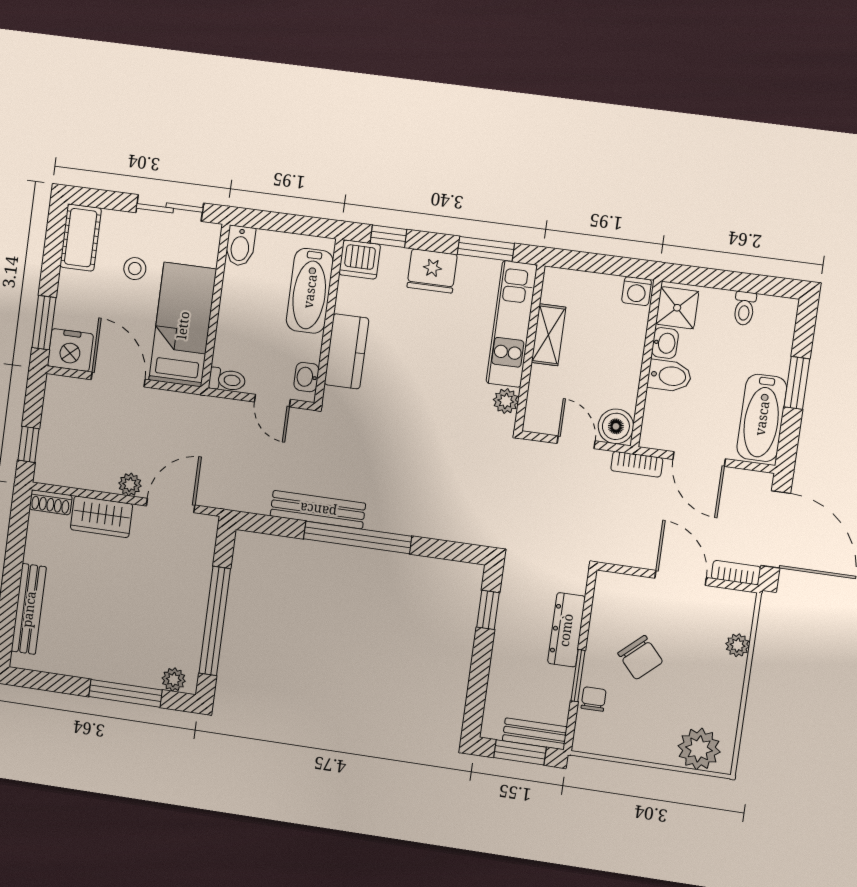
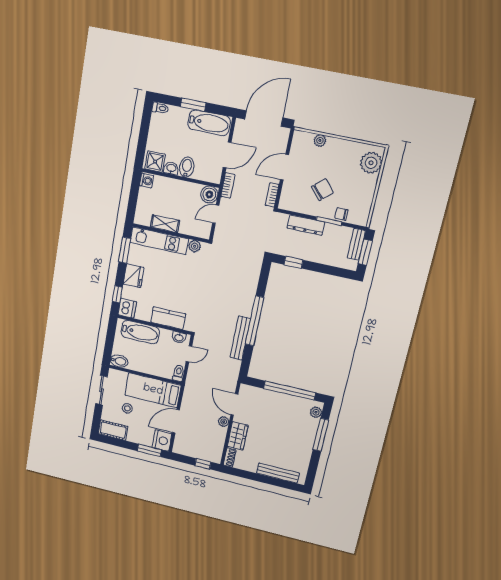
toilet: (744, 308) -> (160, 108), moved
bookcase: (736, 573) -> (272, 195), moved

